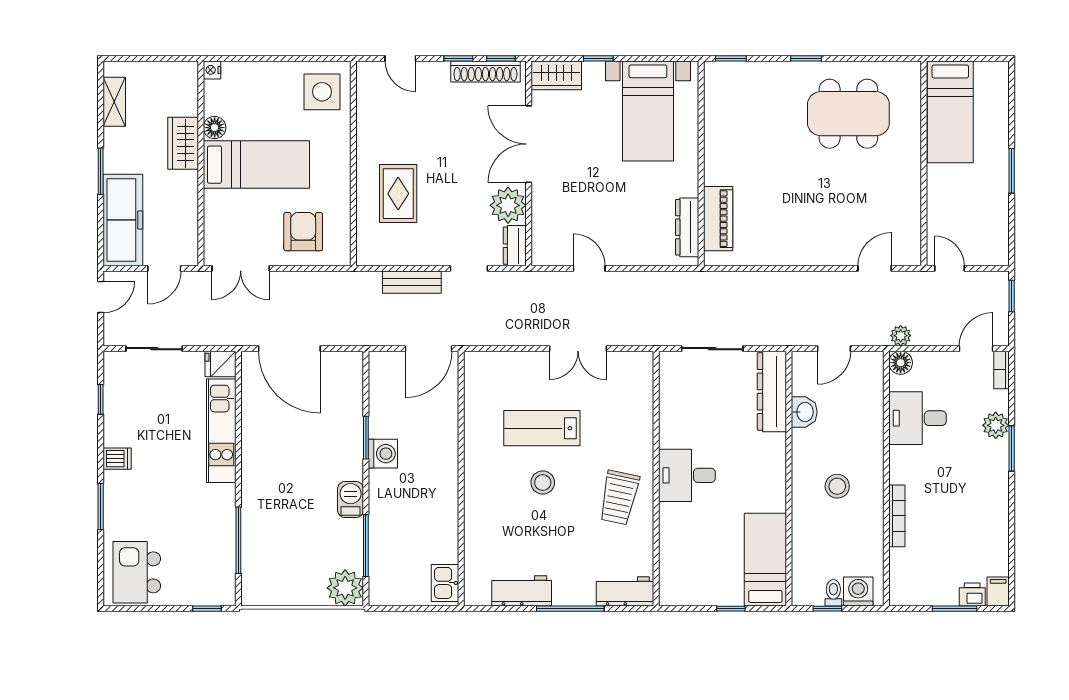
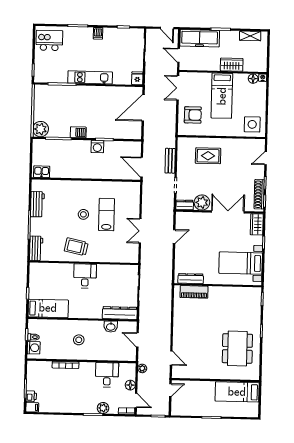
floor lamp: (215, 128) -> (253, 79), moved
floor lamp: (901, 363) -> (130, 385), moved
kitchen unit: (221, 431) -> (90, 77), moved

